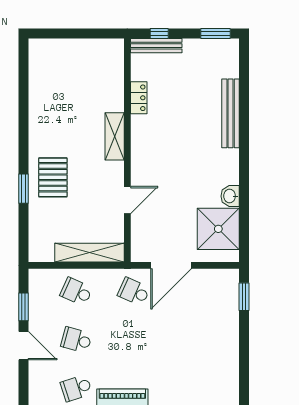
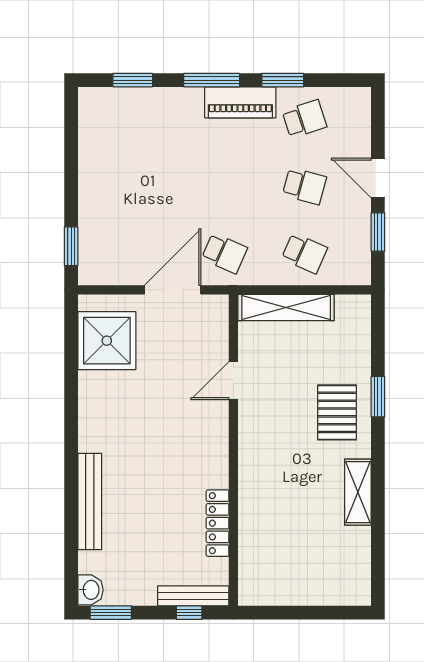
locker: (139, 98) -> (218, 523), width x1.53
shelving: (115, 136) -> (358, 492), moved
washbasin: (230, 196) -> (90, 590), moved

